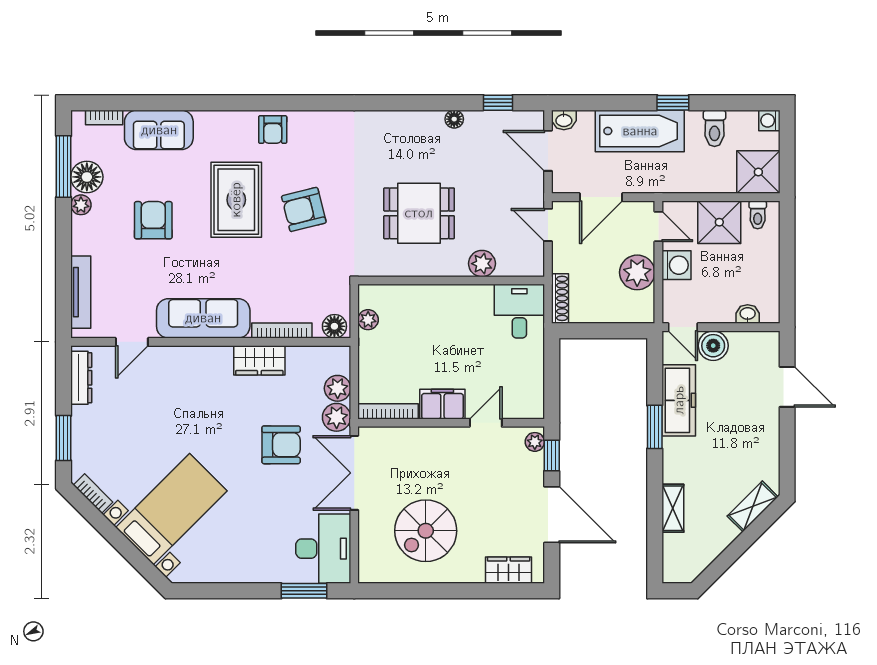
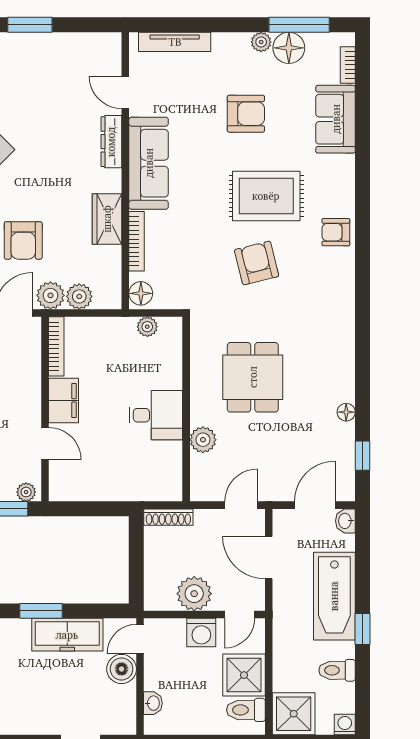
toilet: (758, 215) -> (246, 710), width x1.37, depth x1.39
desk: (519, 311) -> (156, 415), moved
dresser: (81, 378) -> (111, 142), moved, turned 90

